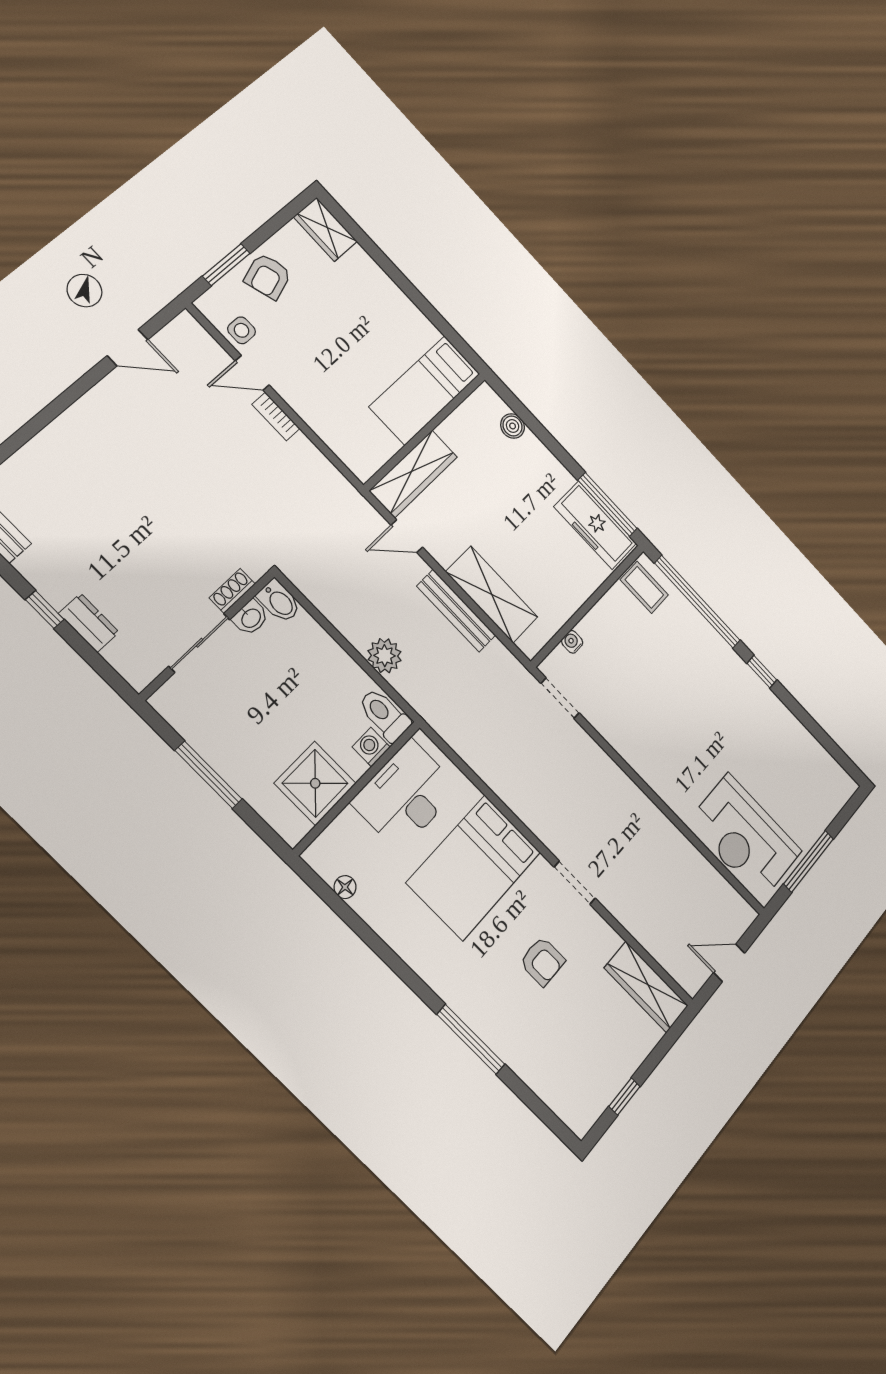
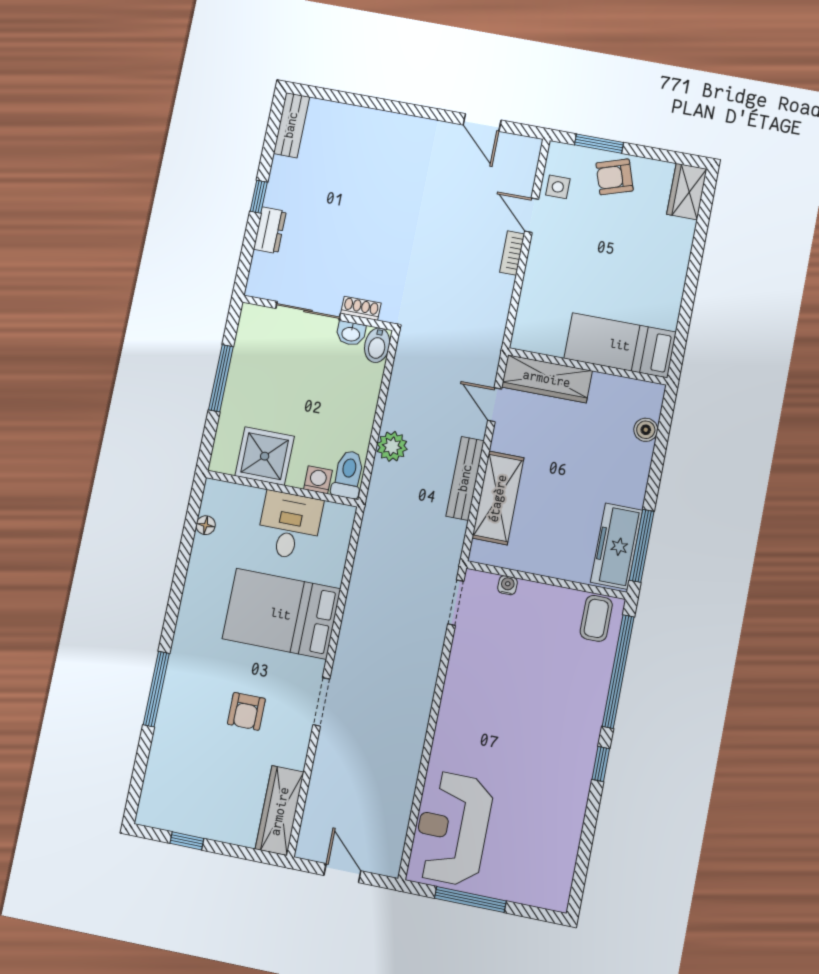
desk: (405, 795) -> (289, 526), width x0.73

